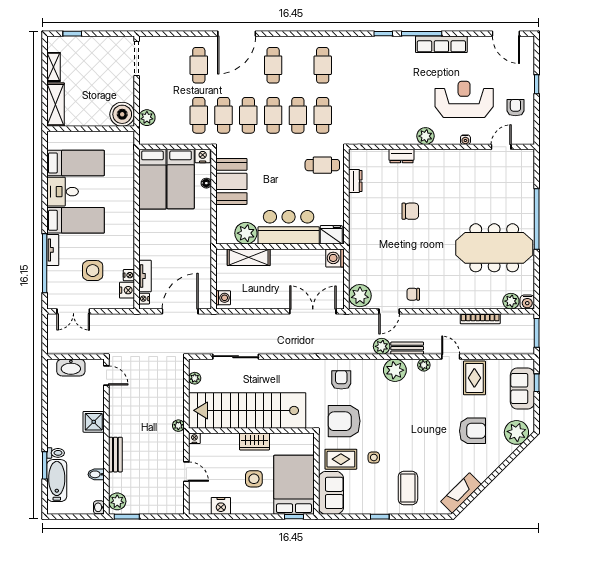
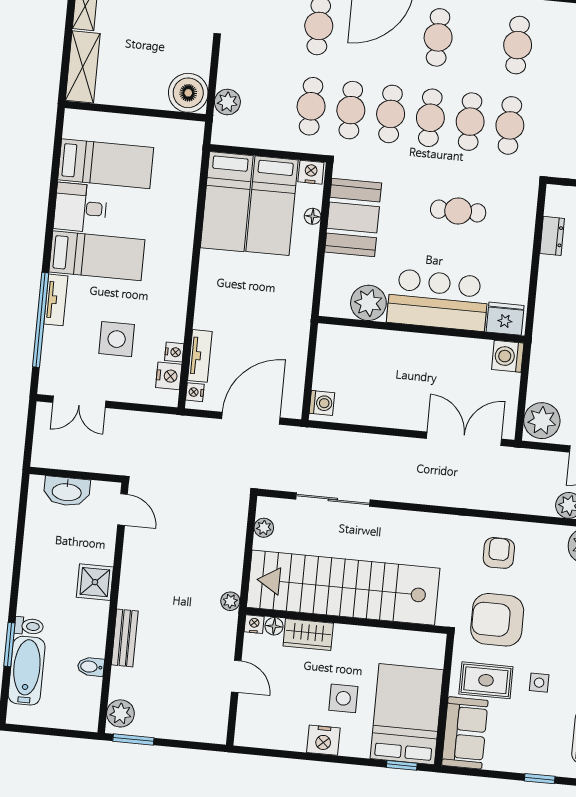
cafe table: (322, 165) -> (458, 211), moved
shelving: (249, 257) -> (369, 342), removed
floor lamp: (207, 438) -> (274, 626), added
wardrobe: (255, 442) -> (308, 635), moved
nightstand: (221, 506) -> (323, 740), moved
washbasin: (99, 507) -> (90, 720), removed

